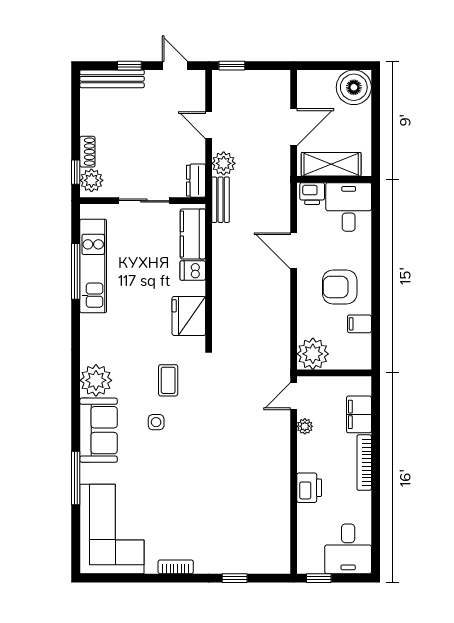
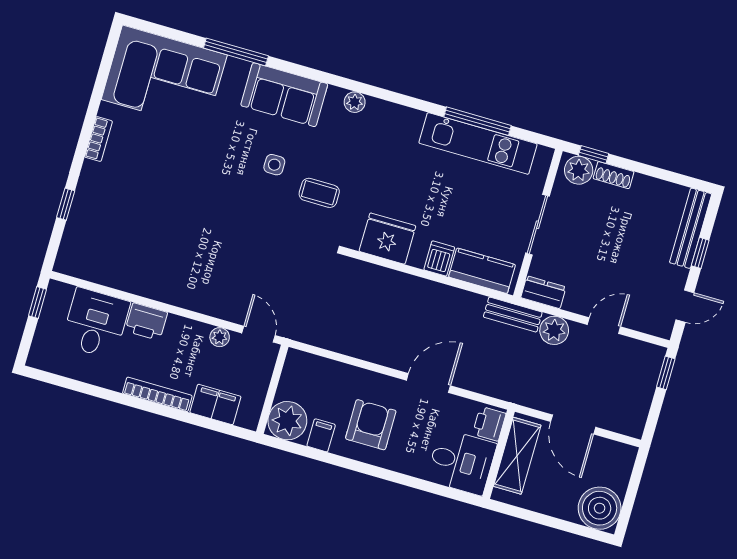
plant: (313, 354) -> (287, 421), moved
plant: (96, 380) -> (355, 102), width x0.53, depth x0.53
desk: (348, 549) -> (96, 323), moved, turned 90

